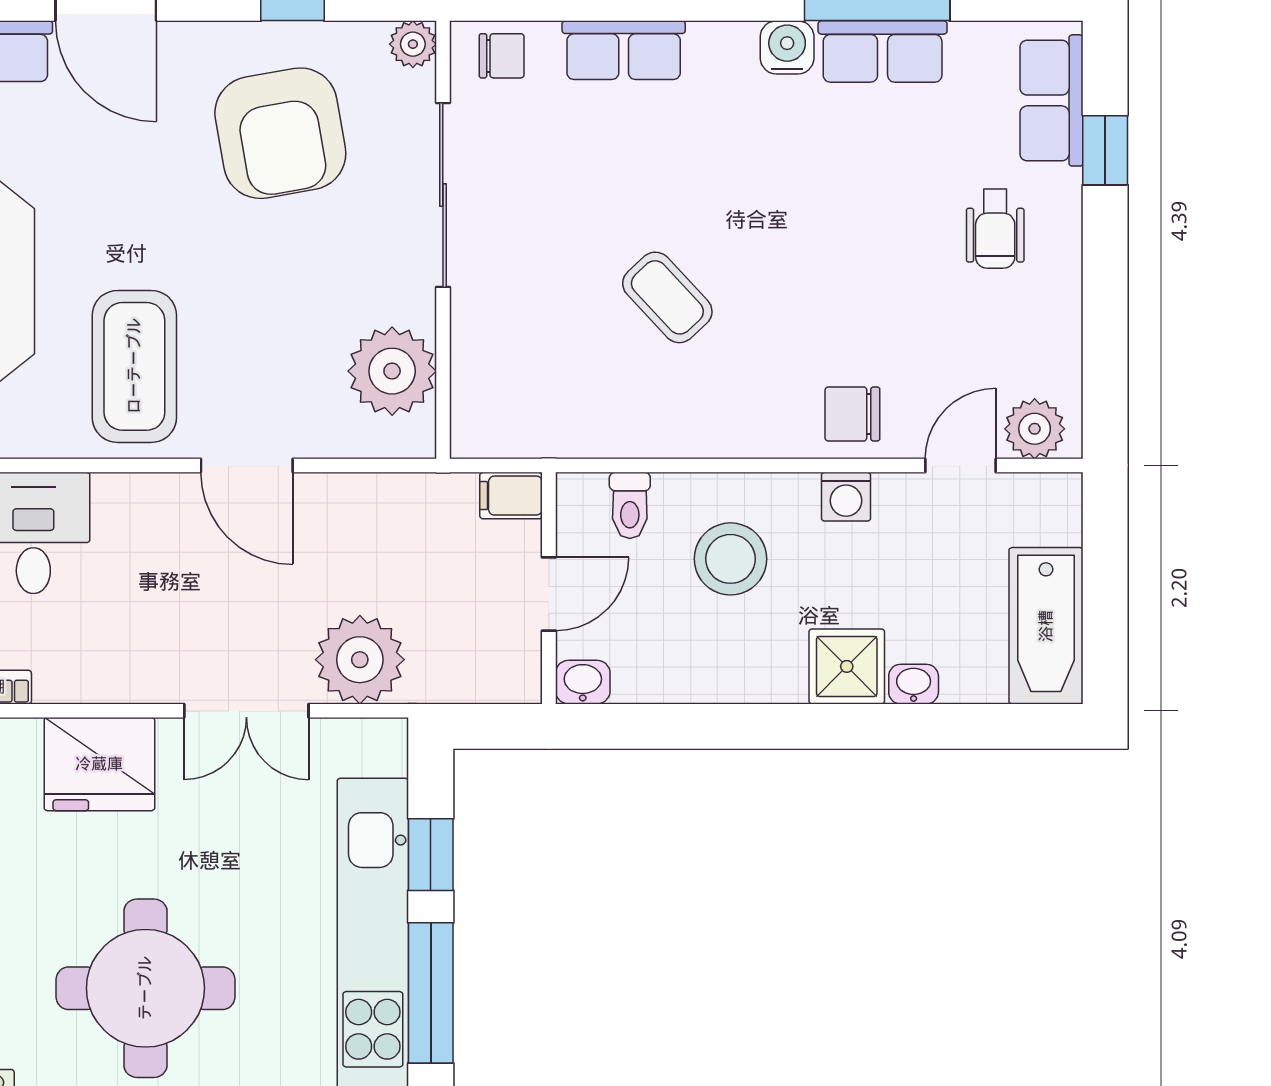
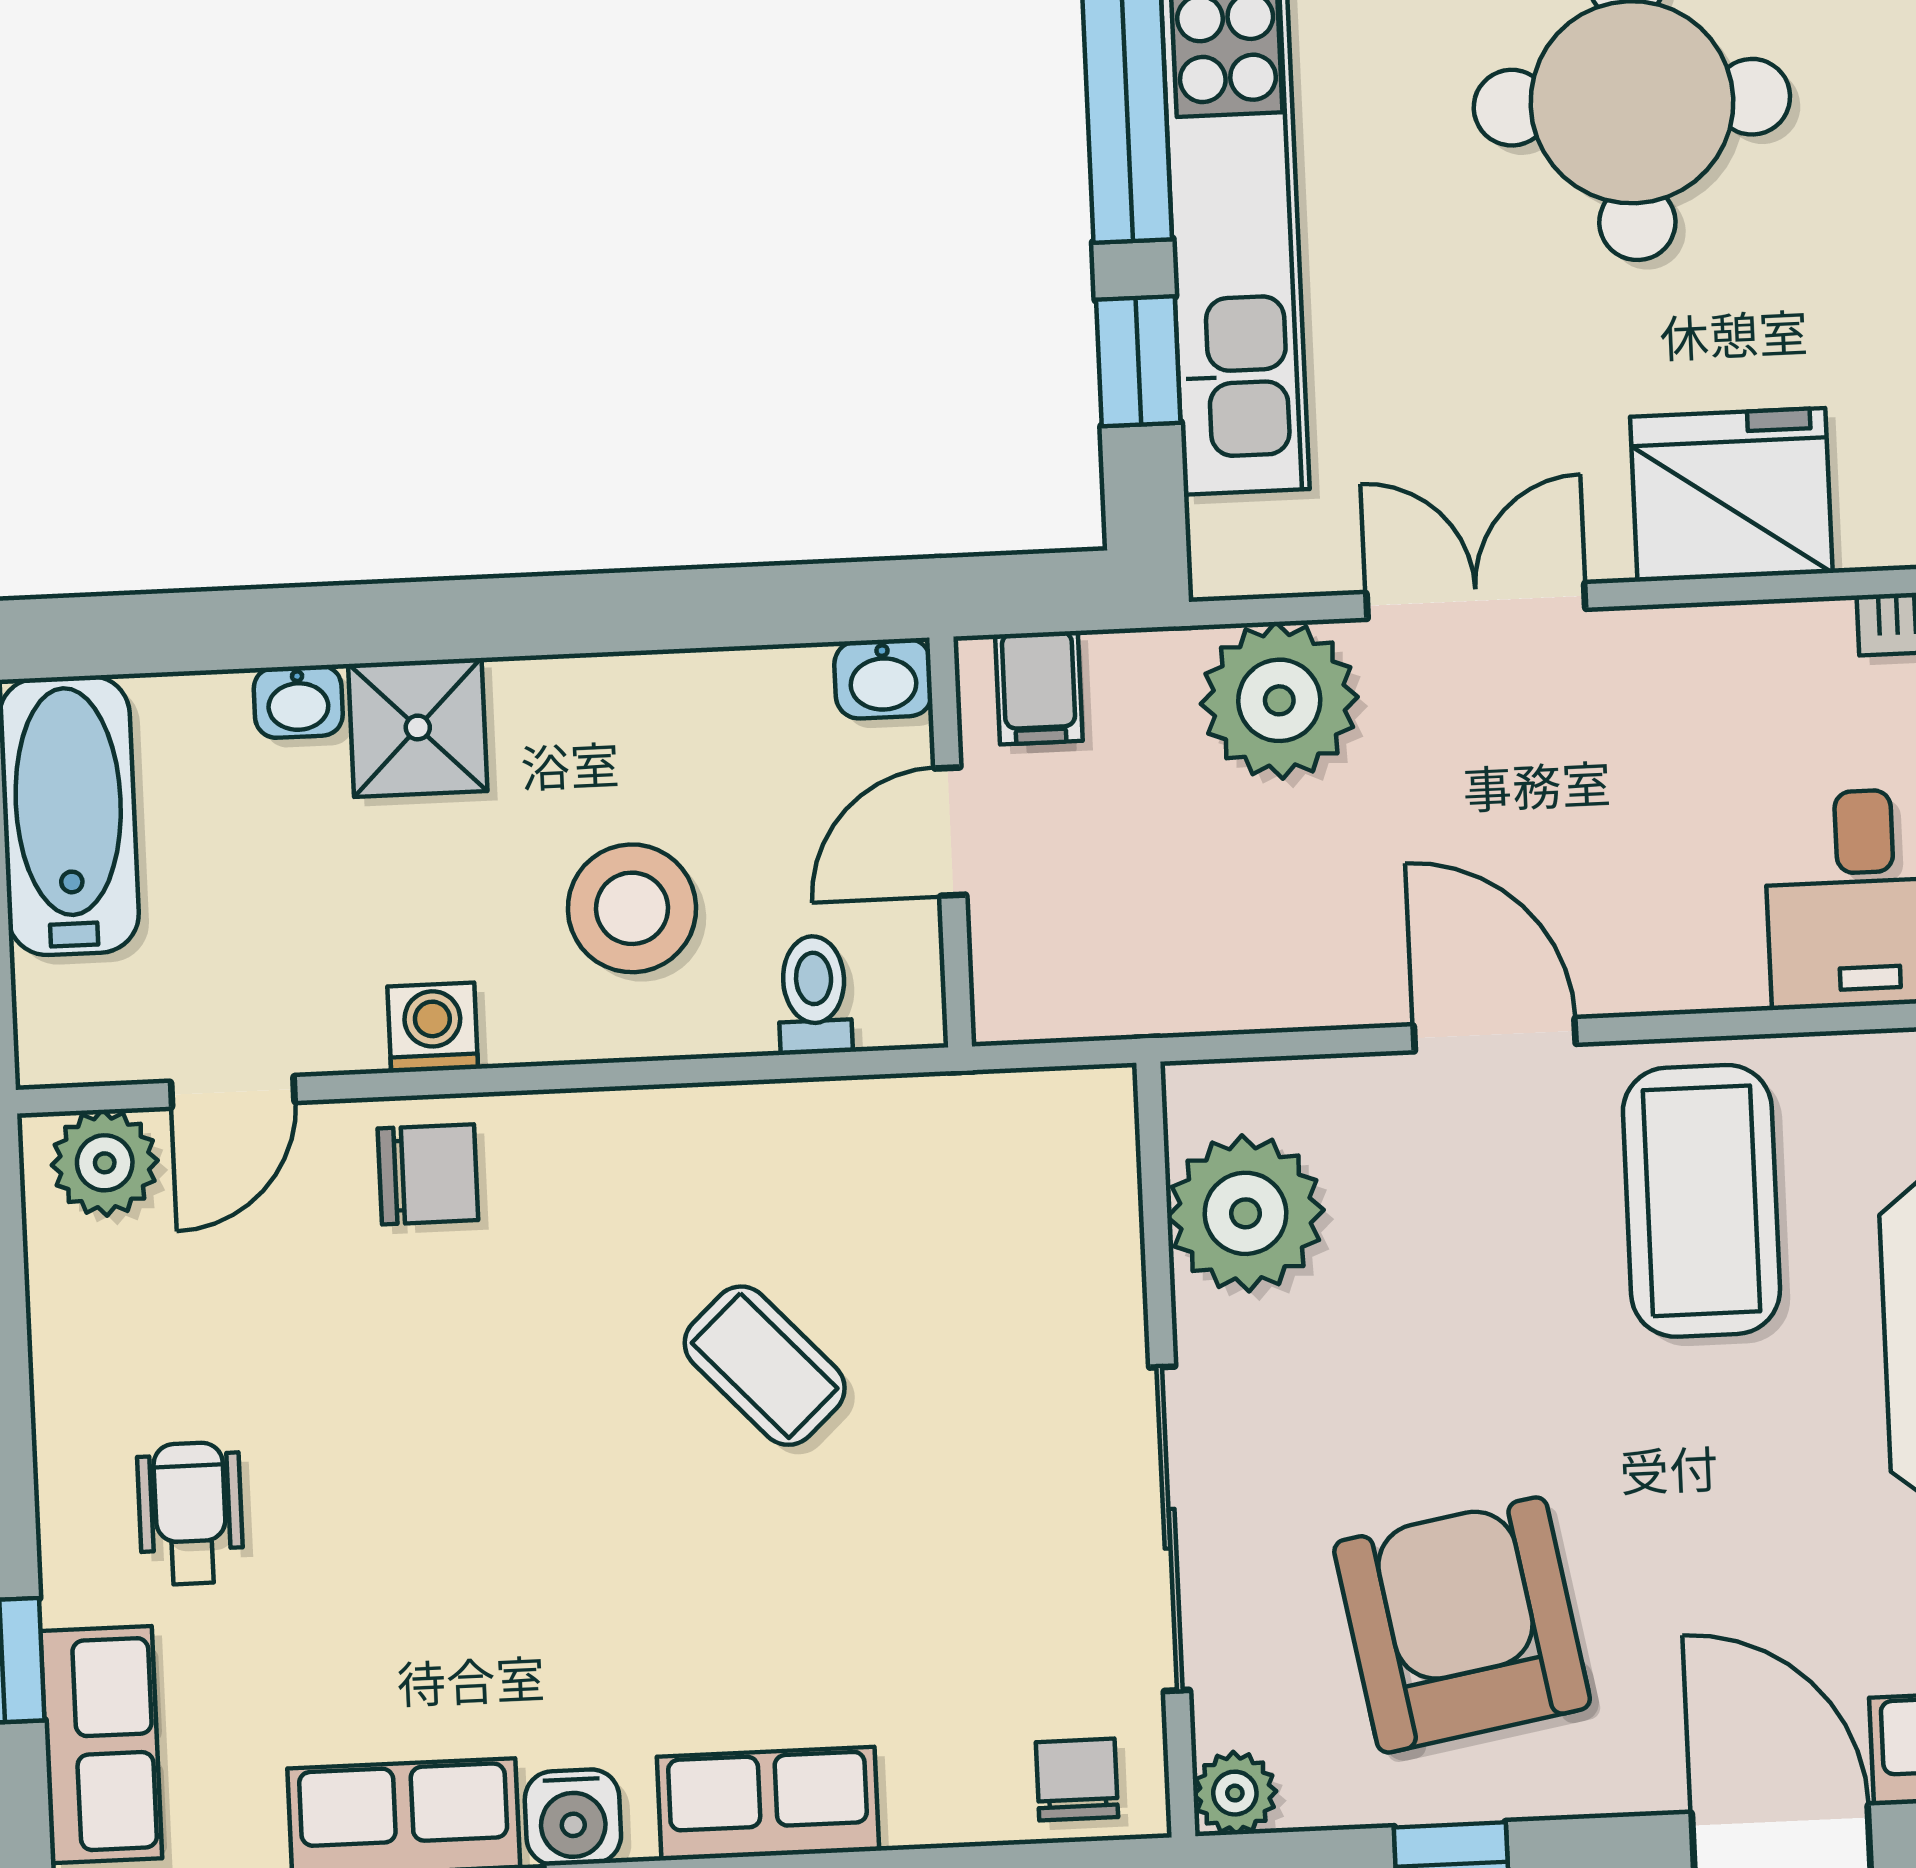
row of seats: (624, 50) -> (768, 1804), moved
chair: (502, 56) -> (1077, 1780), turned 90
filing cabinet: (511, 496) -> (1039, 688), moved, turned 90

